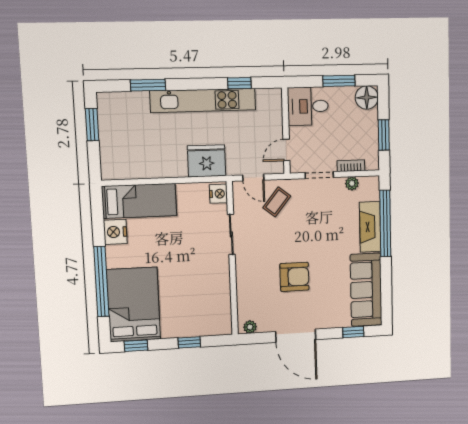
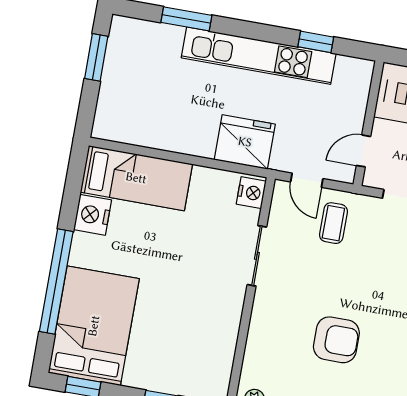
coffee table: (277, 202) -> (333, 223), turned -39

